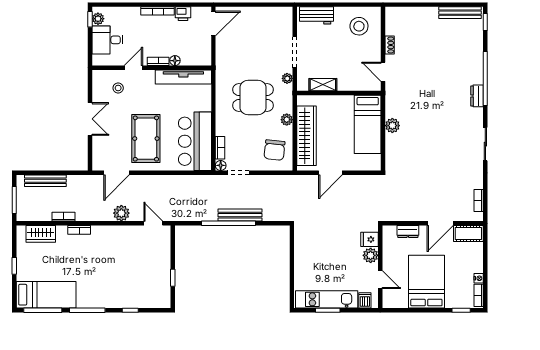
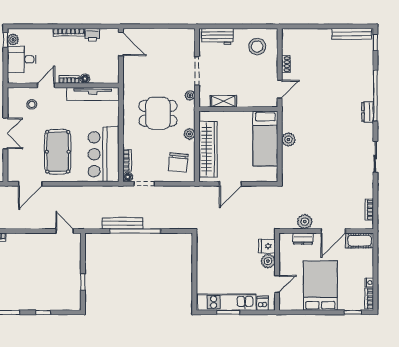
door: (213, 24) -> (121, 44), hinge flipped
door: (383, 72) -> (280, 89), swing flipped
plant: (121, 213) -> (305, 222), moved
bench: (240, 215) -> (123, 223), moved
door: (380, 280) -> (277, 284), hinge flipped

